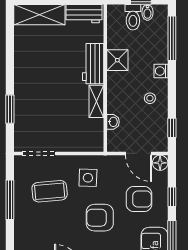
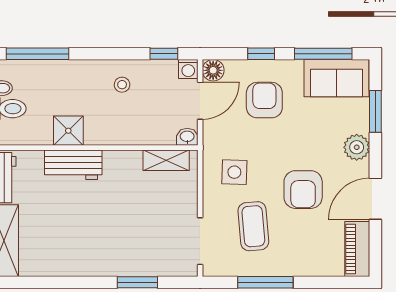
washing machine: (161, 71) -> (188, 69), moved
shelving: (96, 101) -> (166, 160), moved
washbasin: (113, 122) -> (187, 137), moved
armchair: (100, 218) -> (303, 190), moved

